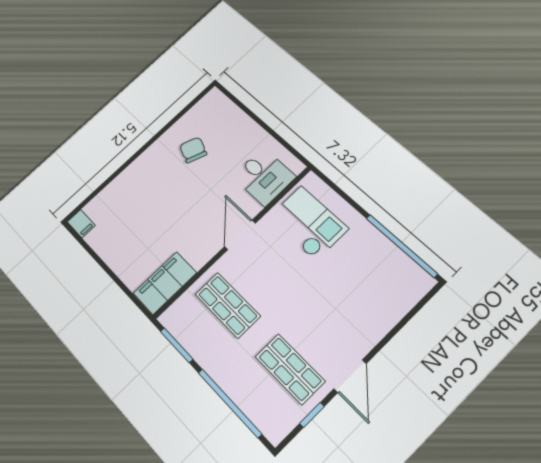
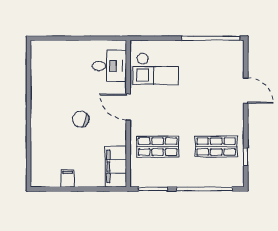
chair: (193, 150) -> (81, 119), moved
checkout: (308, 223) -> (156, 69), turned 180
filing cabinet: (81, 224) -> (68, 178), moved, turned -90
door: (350, 376) -> (246, 91), moved

